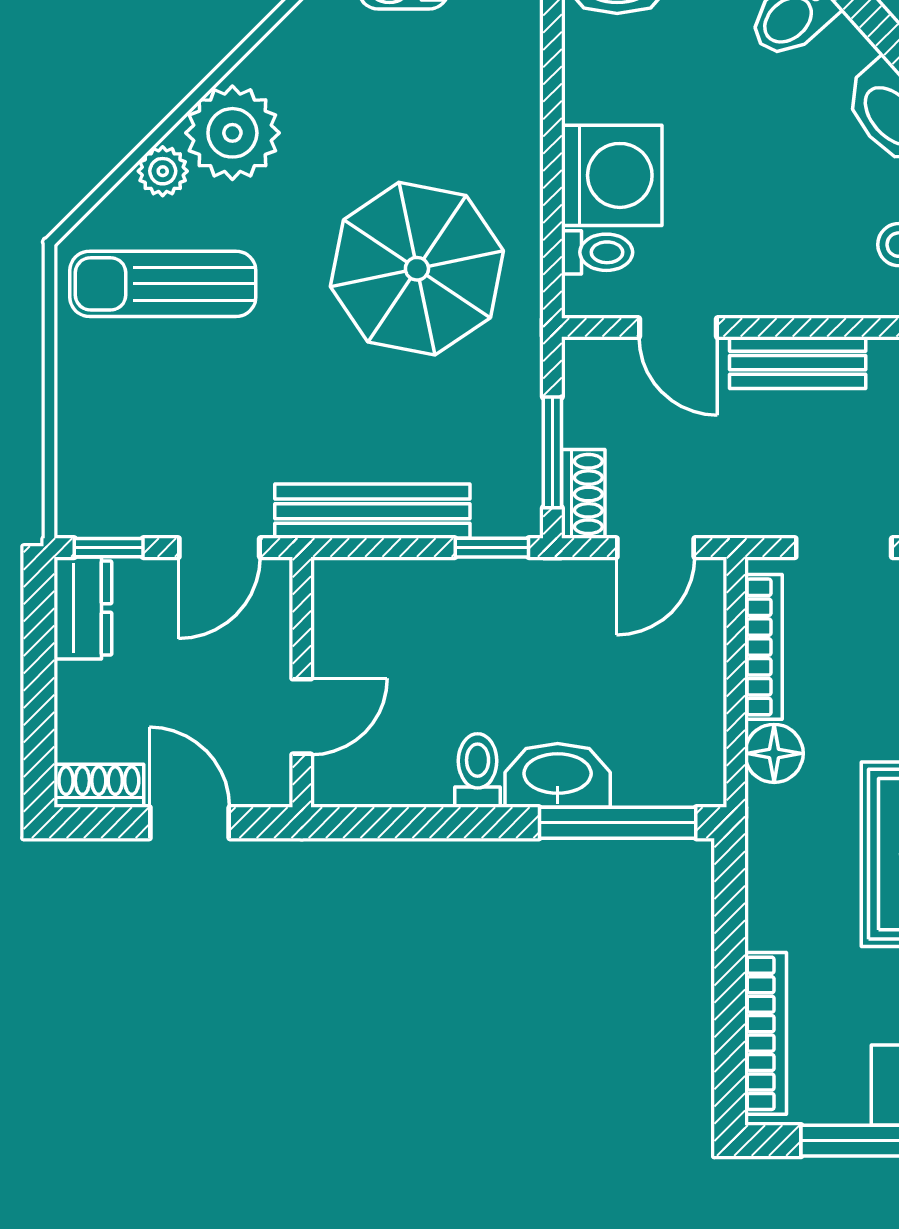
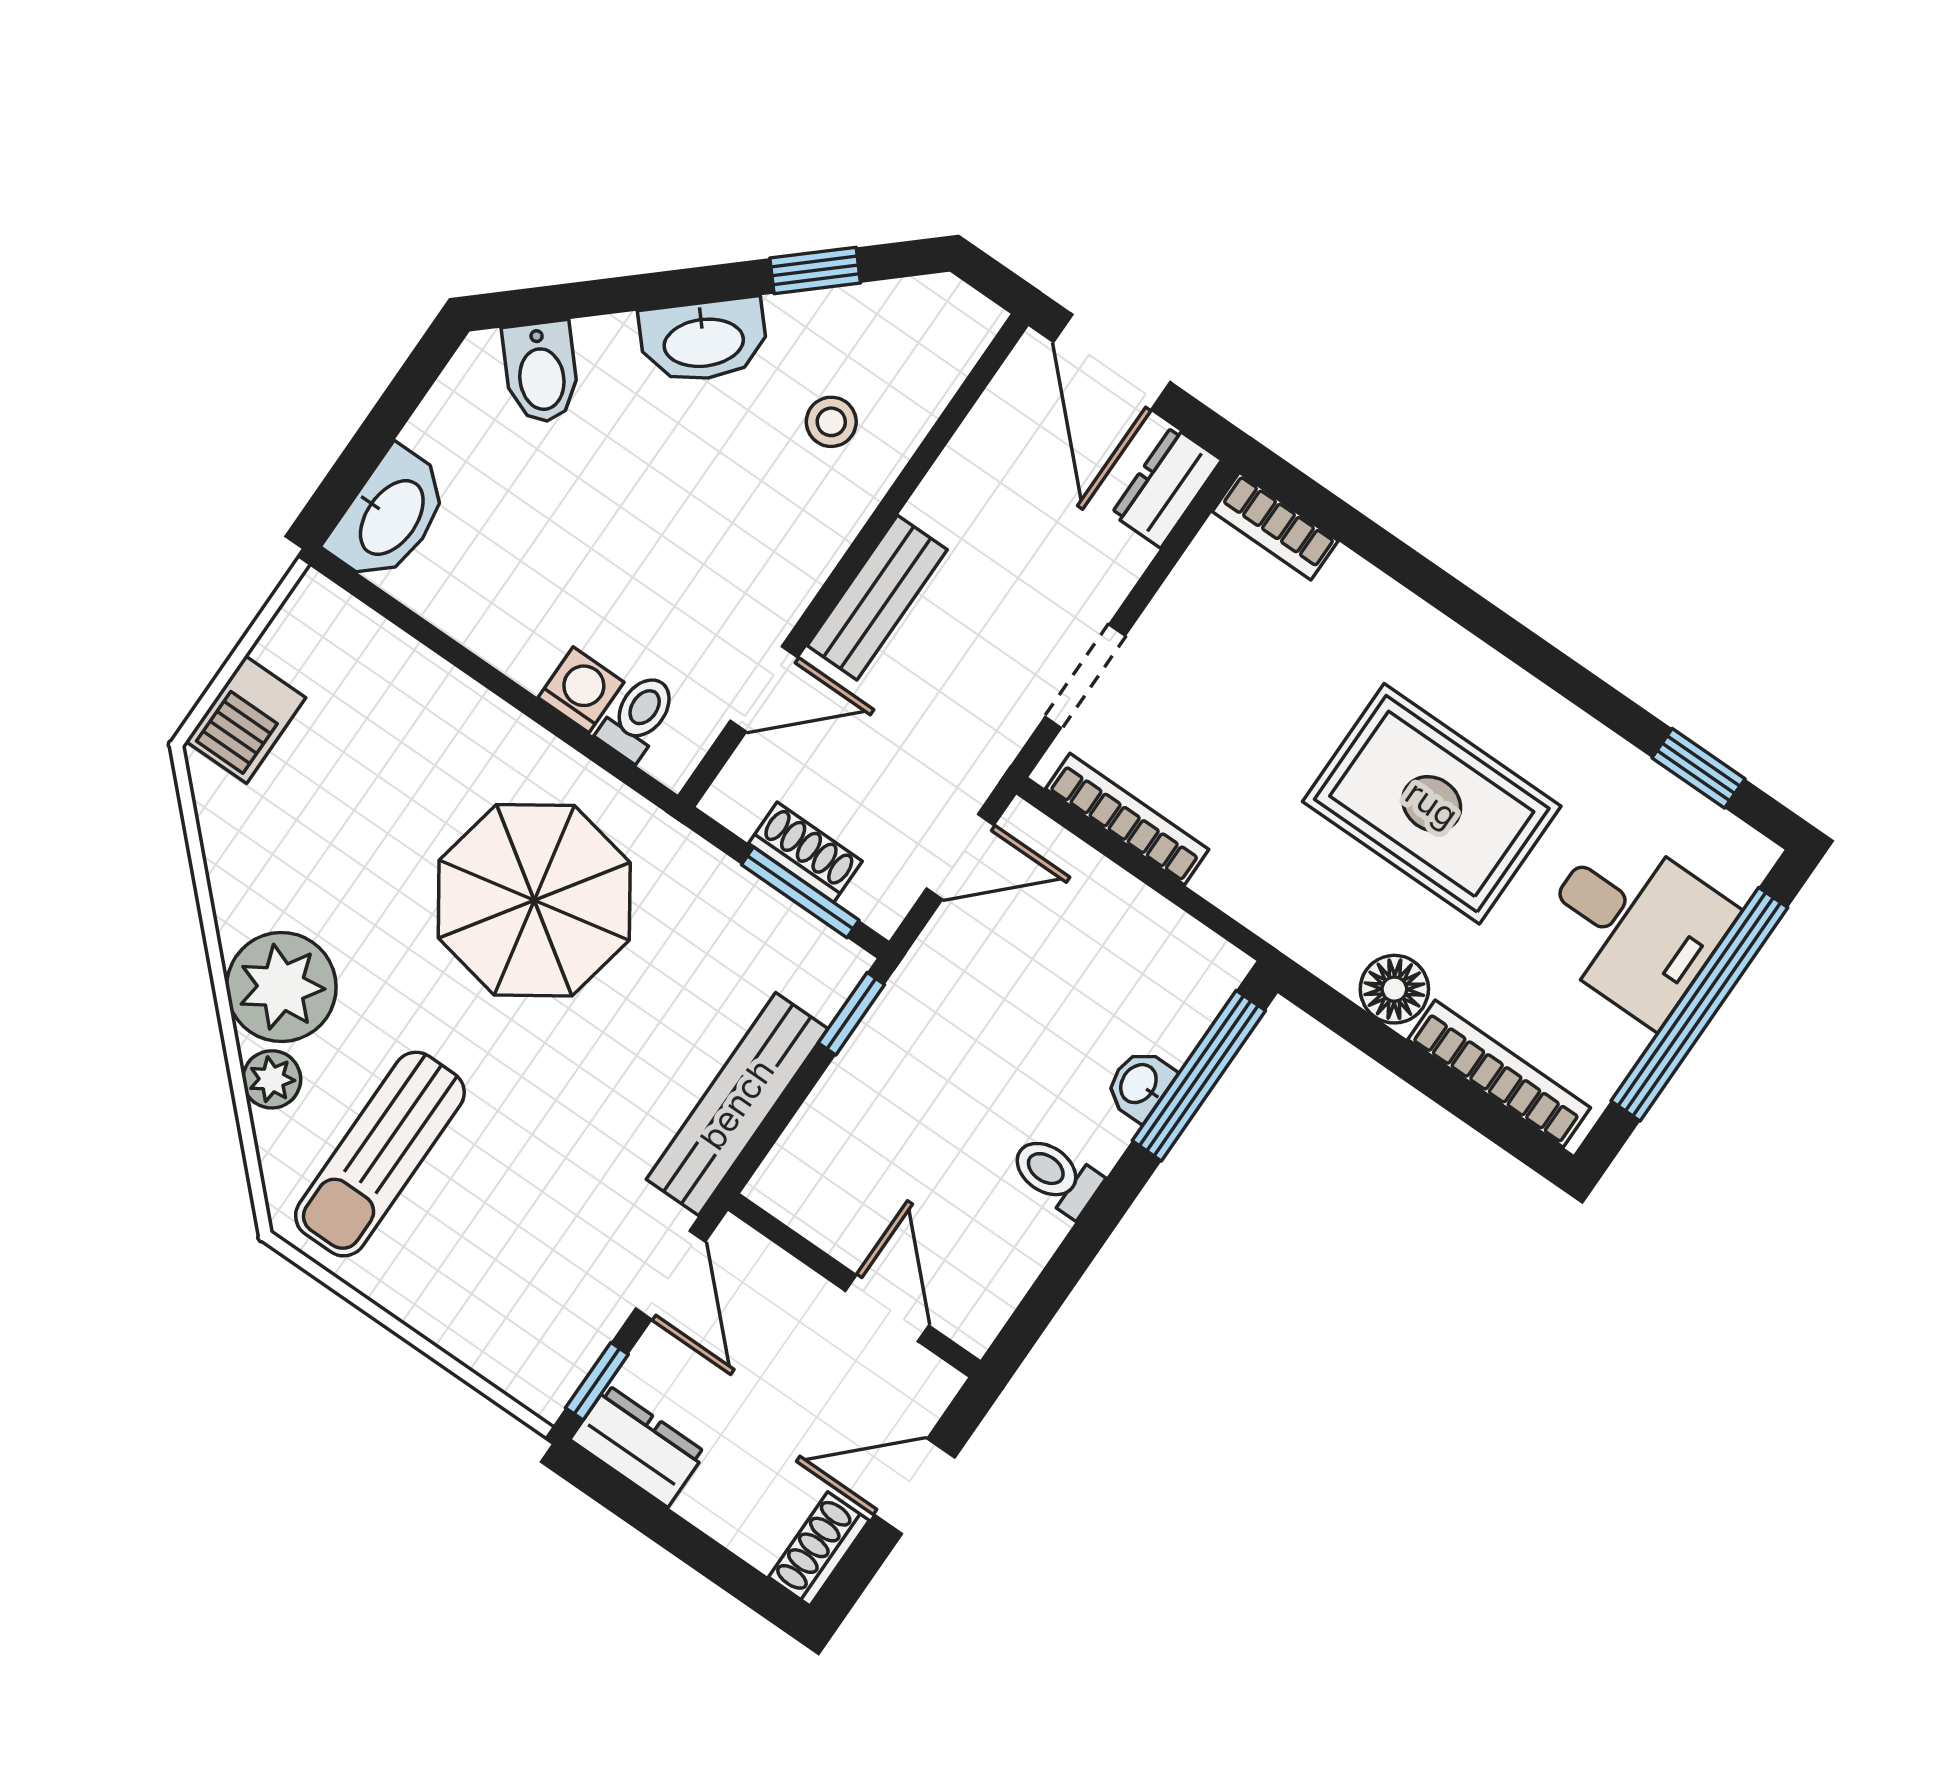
washing machine: (612, 175) -> (581, 690), width x0.53, depth x0.53
shoe rack: (583, 494) -> (805, 852), moved
door: (656, 548) -> (960, 857), hinge flipped
floor lamp: (774, 753) -> (1394, 989), moved
washbasin: (558, 775) -> (1140, 1084), width x0.52, depth x0.69

